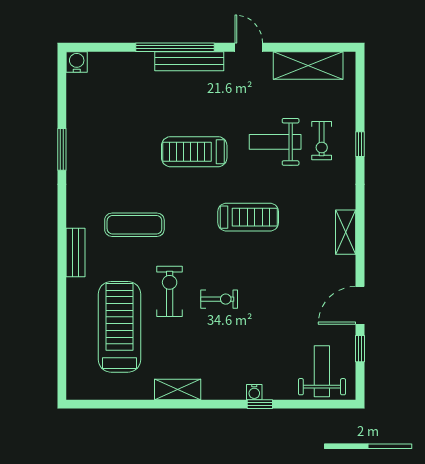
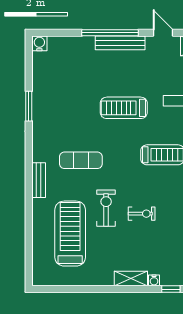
shelving: (178, 389) -> (131, 278), moved
water cooler: (254, 392) -> (154, 280), moved

